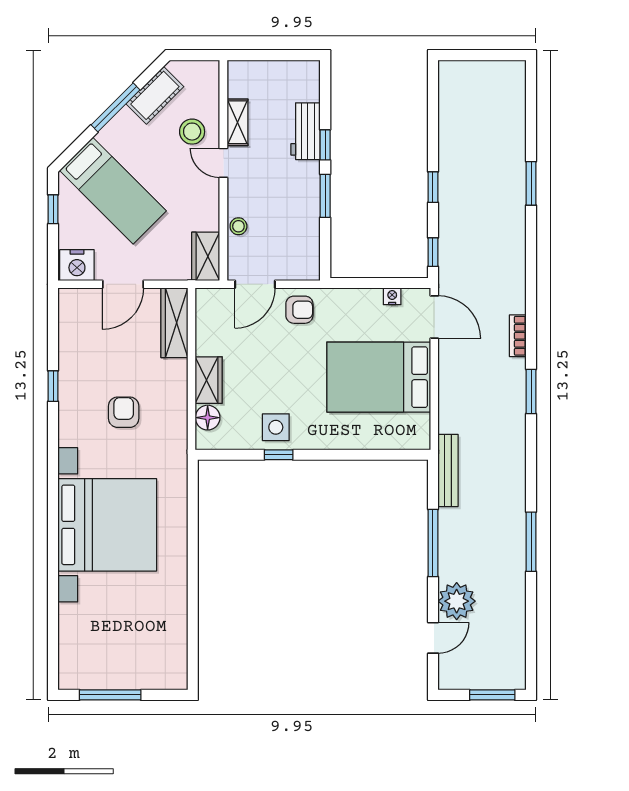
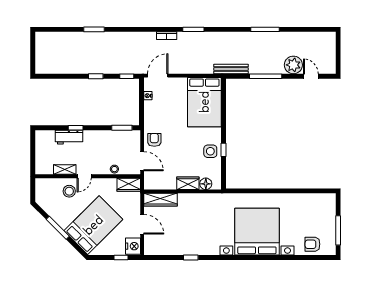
cot: (155, 95) -> (52, 209), removed
bed: (113, 191) -> (93, 225), width x1.50
window: (325, 196) -> (122, 128), moved
window: (53, 209) -> (121, 258), moved
bed: (379, 377) -> (204, 102), moved
armchair: (124, 412) -> (312, 244), moved
window: (492, 695) -> (338, 48), removed

